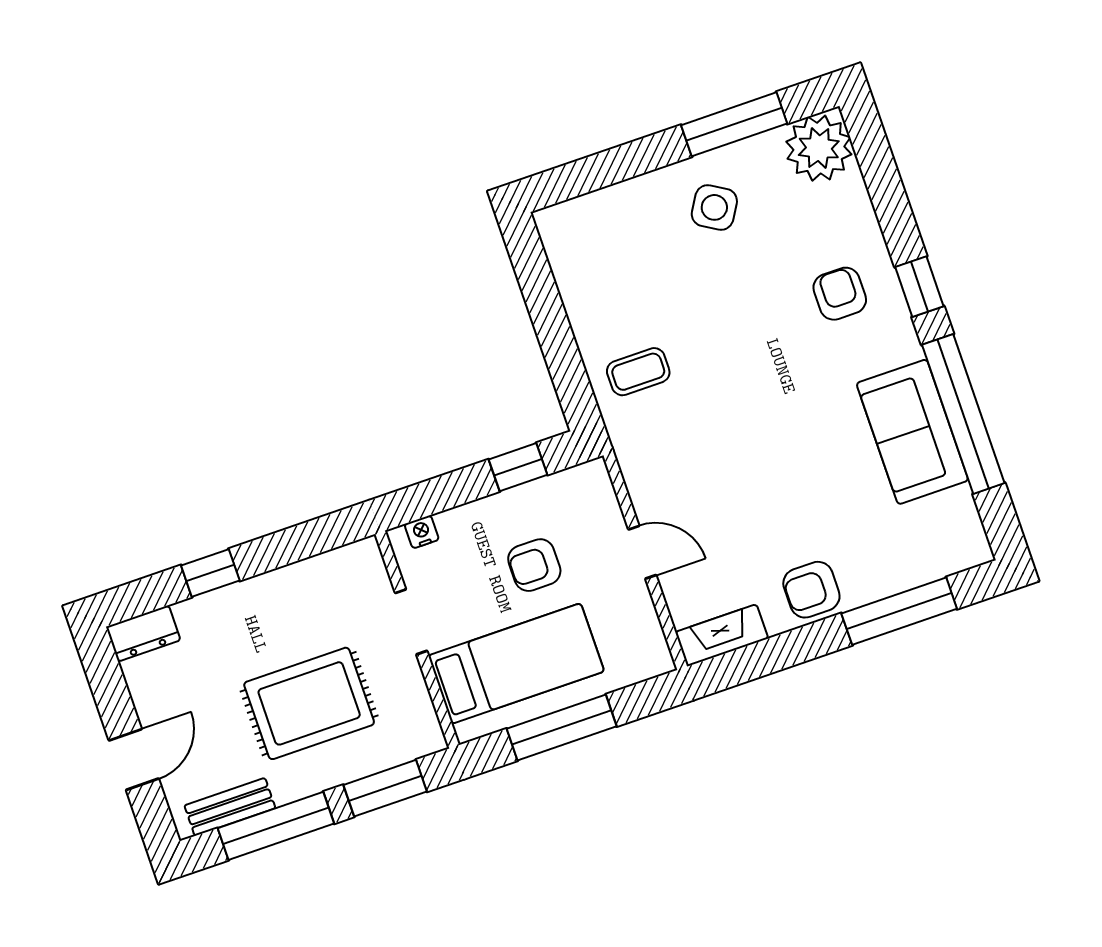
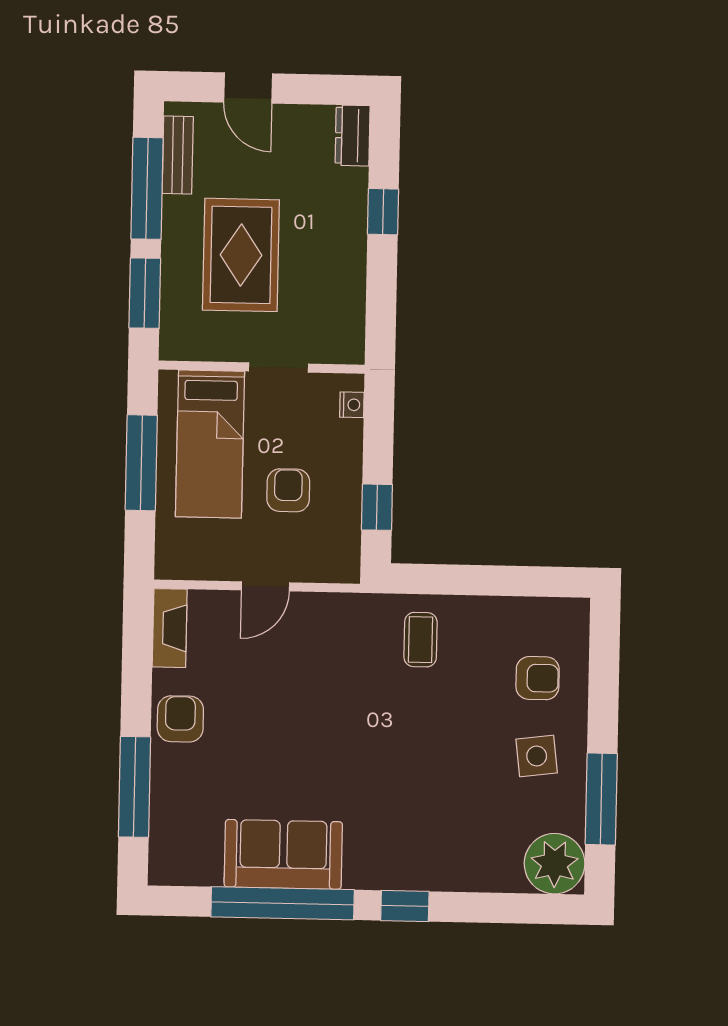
side table: (714, 207) -> (537, 756), turned -38
armchair: (840, 294) -> (538, 678), moved

